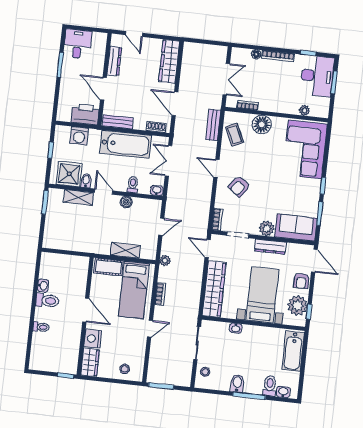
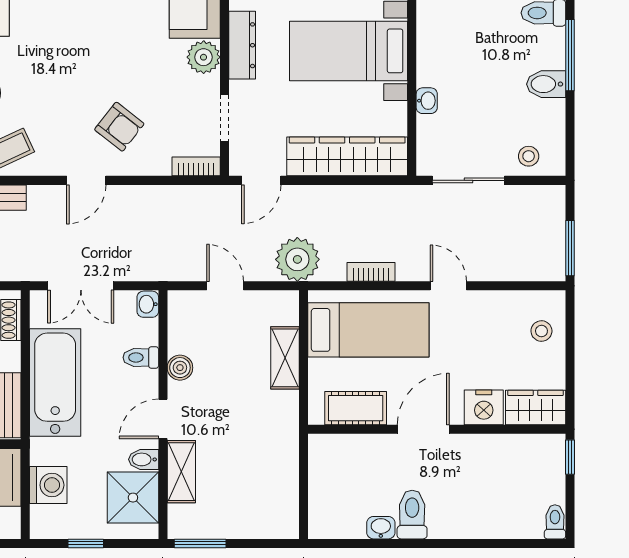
plant: (165, 261) -> (297, 259), width x1.88, depth x1.88
cot: (109, 267) -> (356, 408), moved, turned 90
toilet: (41, 327) -> (555, 522), moved

